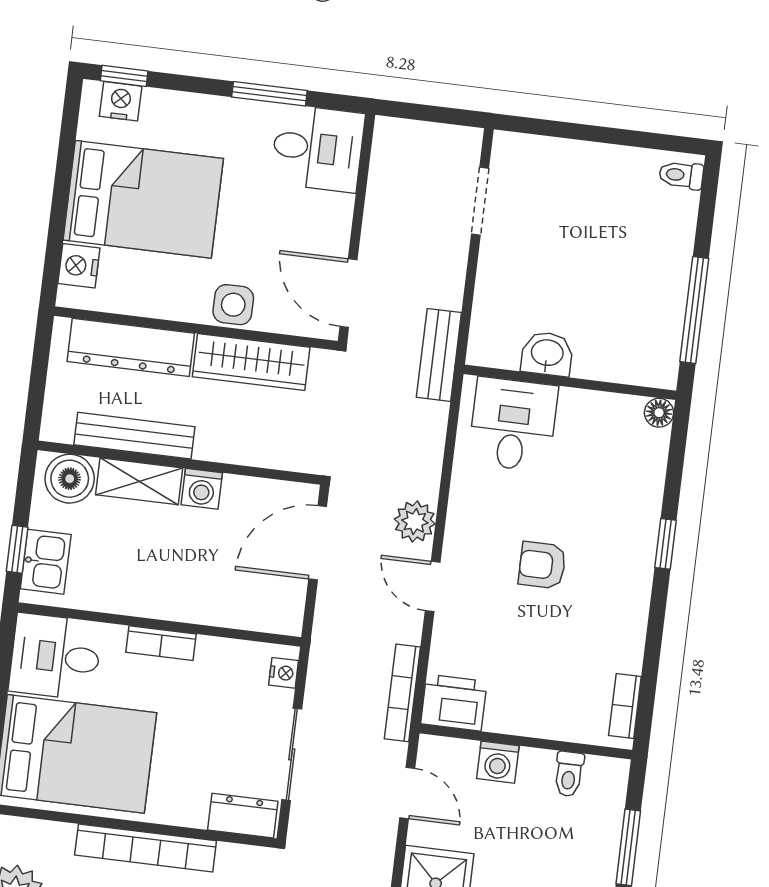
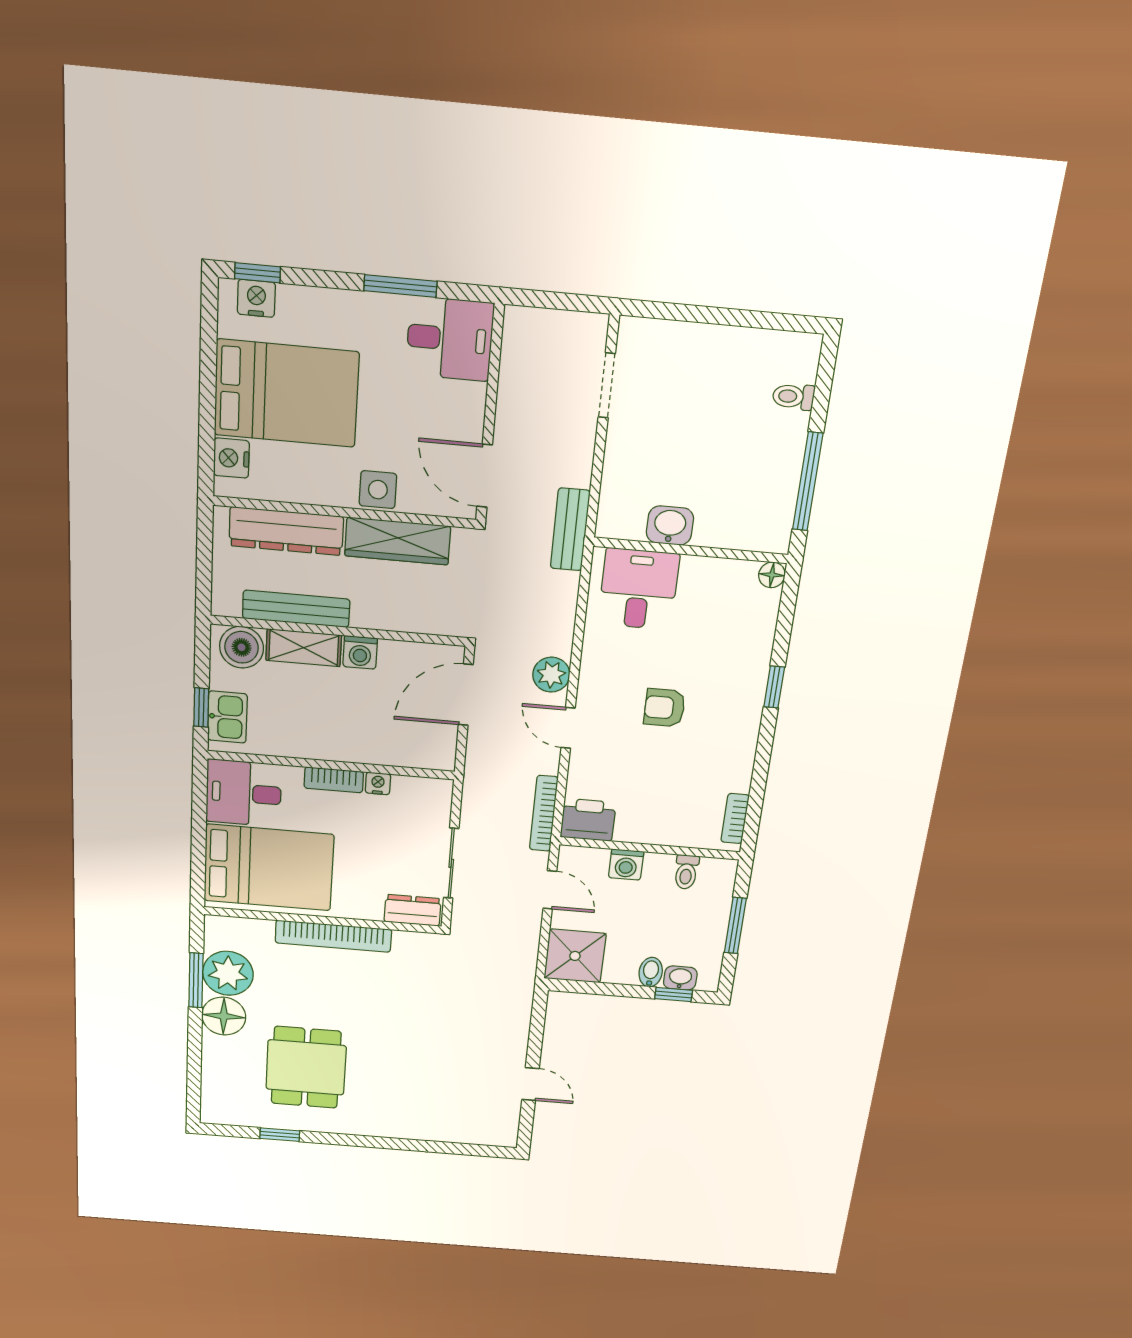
toilet: (681, 175) -> (793, 397), moved
nightstand: (284, 673) -> (378, 783), moved, turned -90

